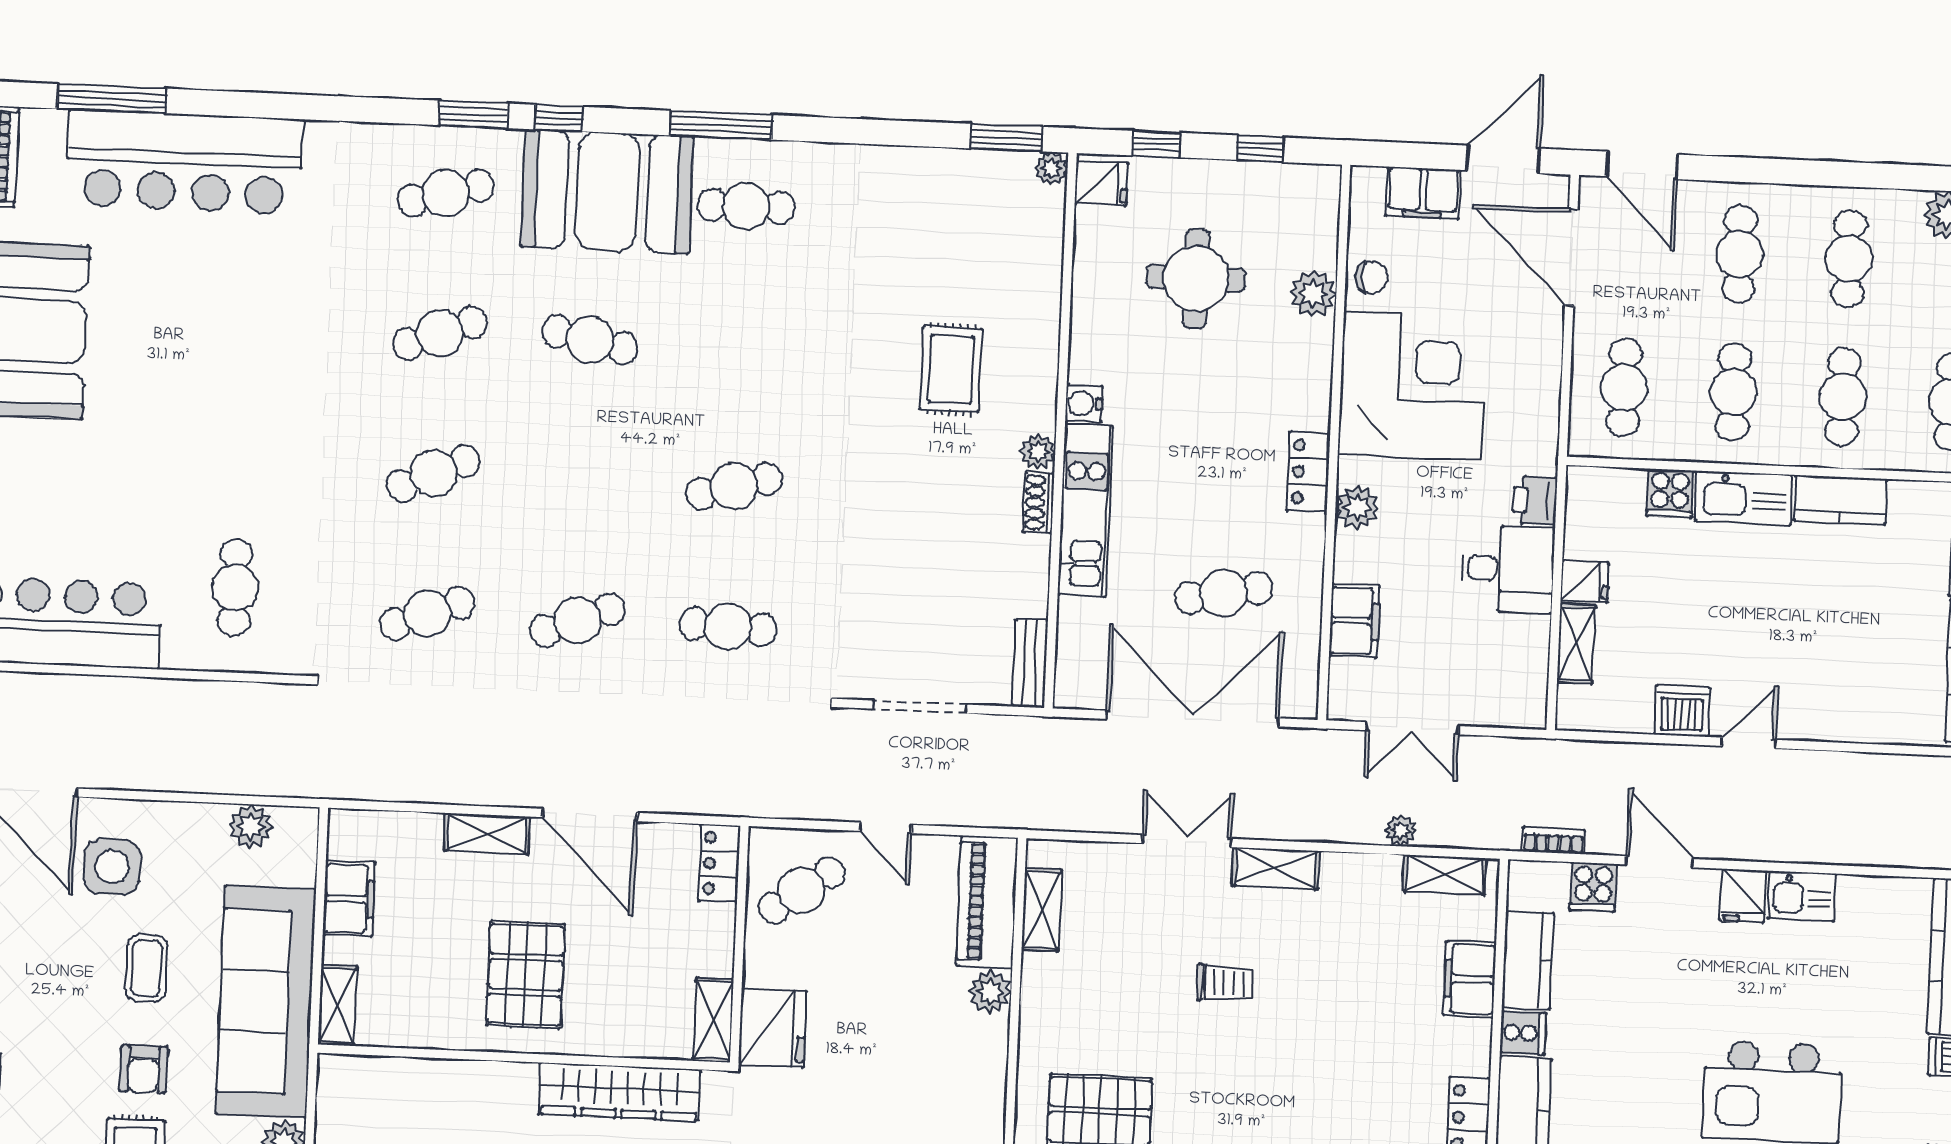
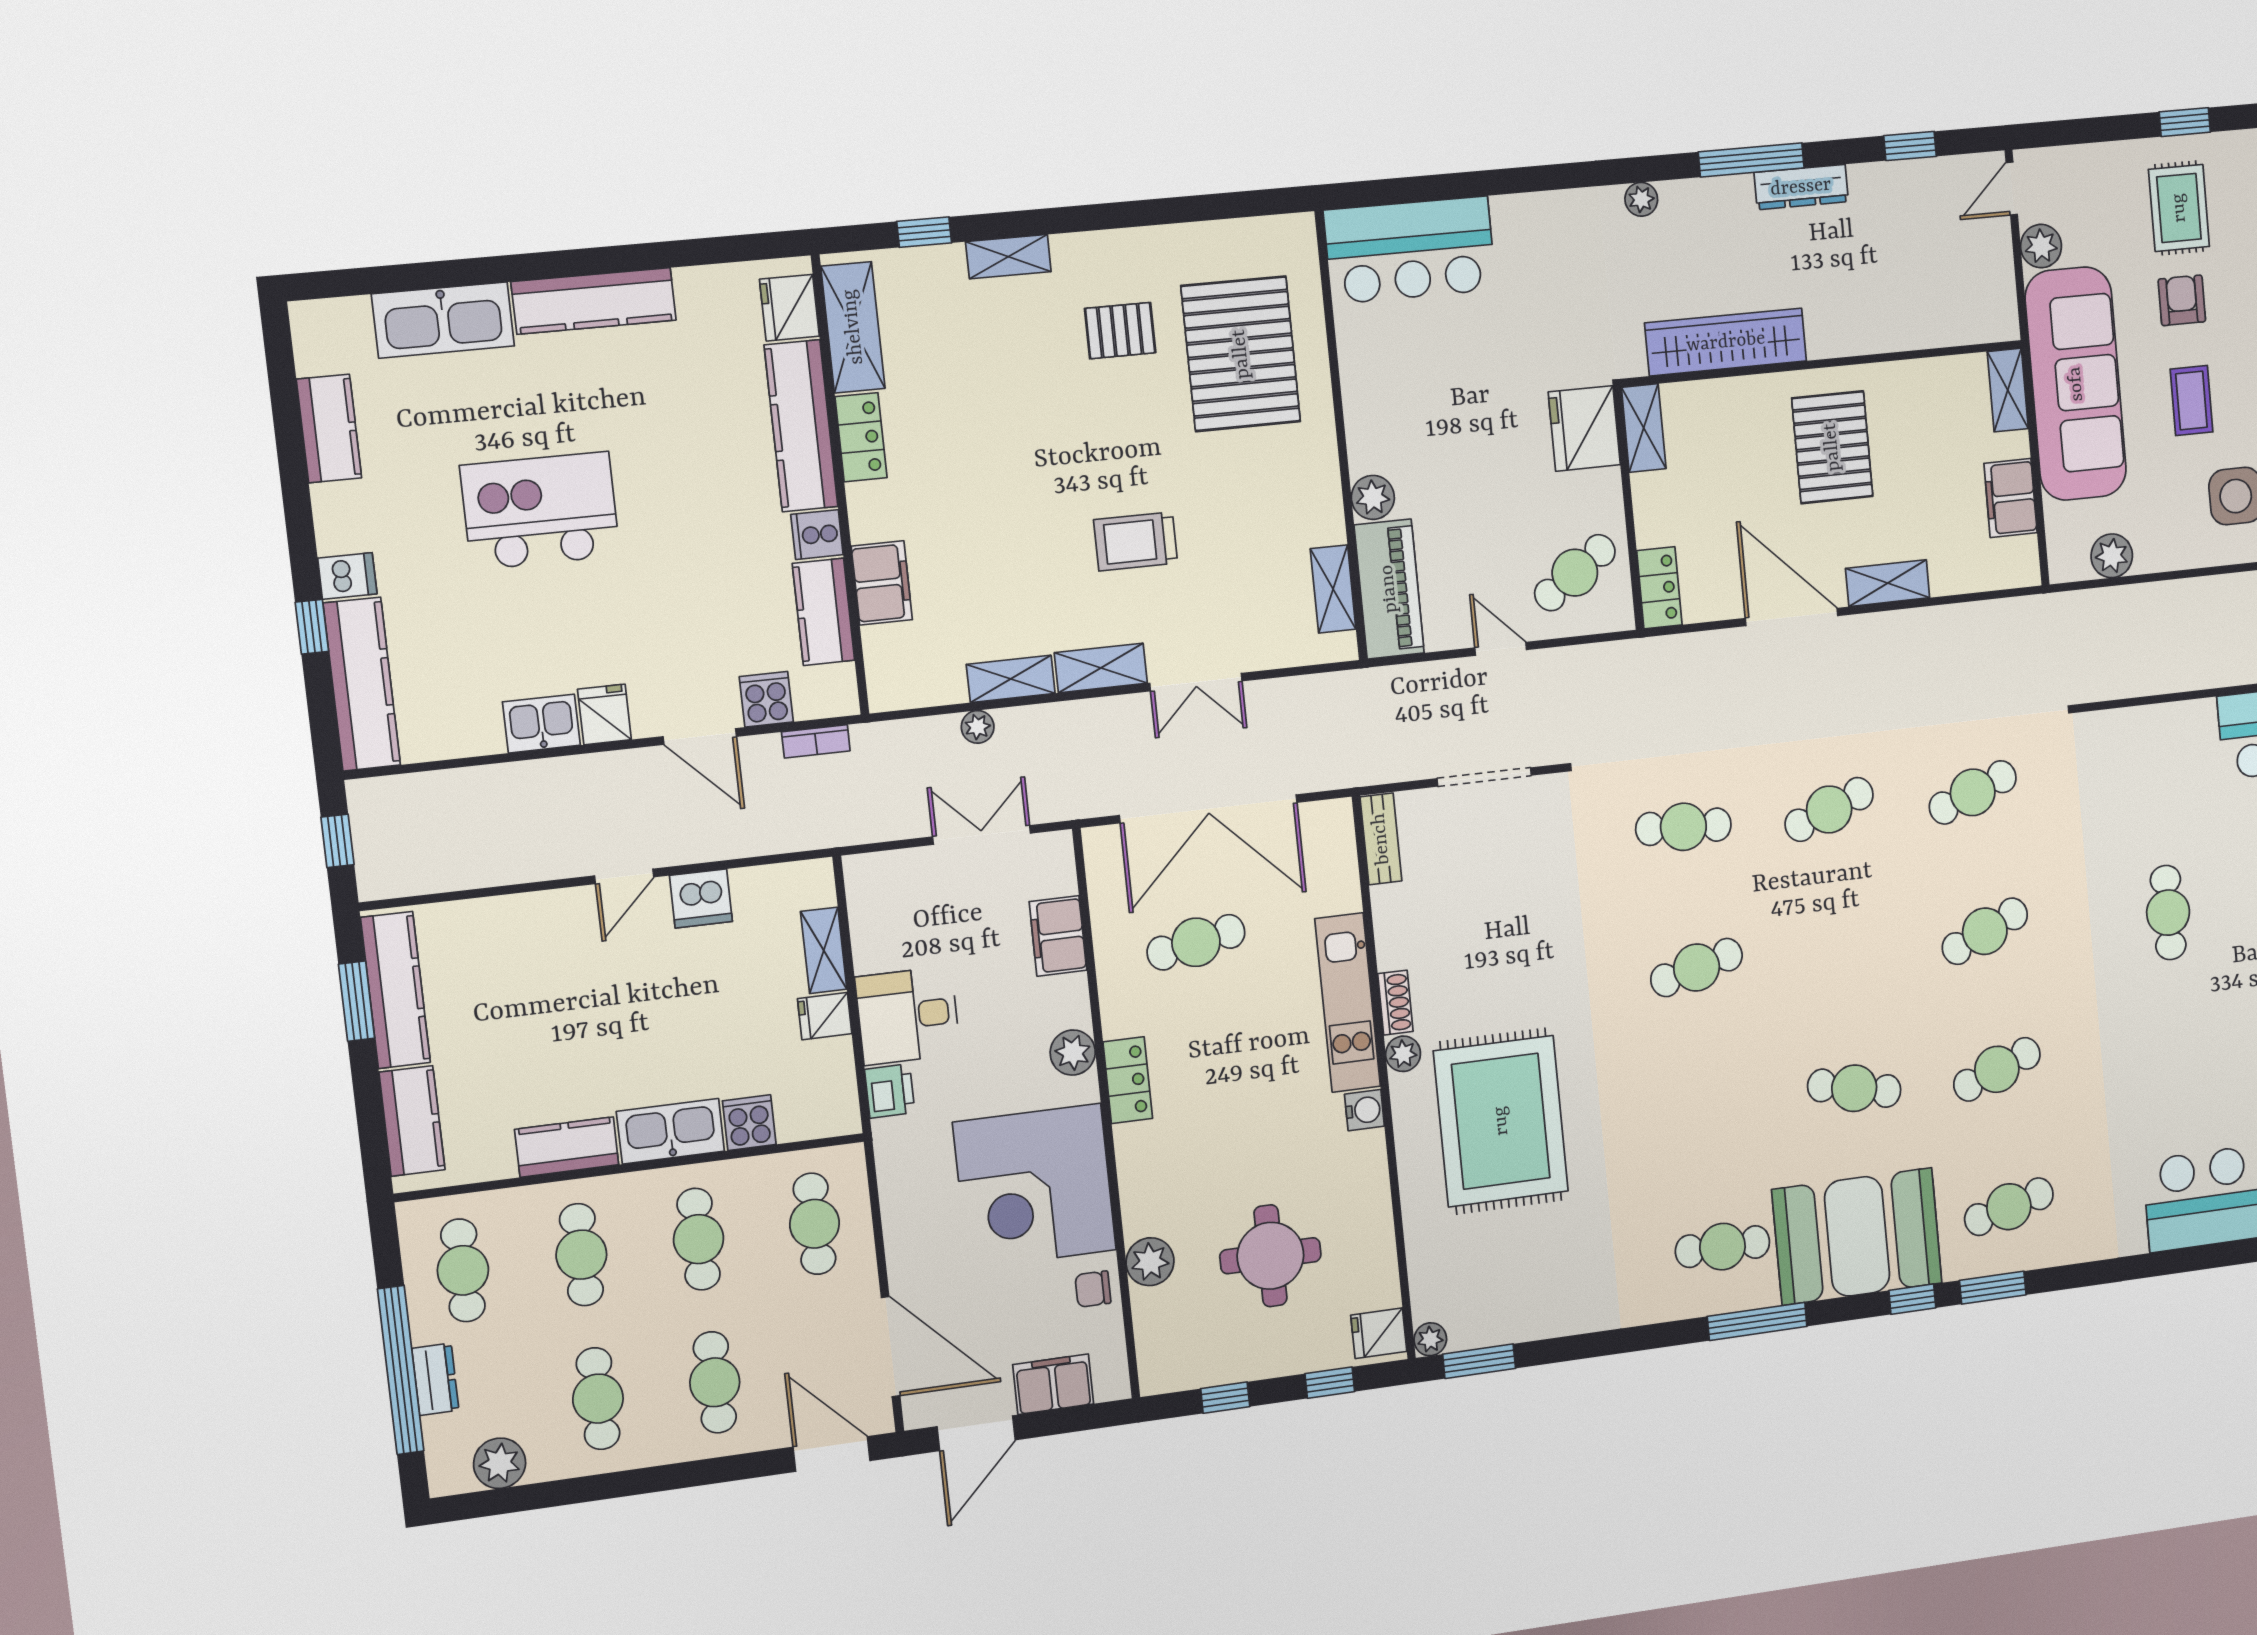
rug: (951, 369) -> (1501, 1121), width x1.86, depth x2.06
cafe table: (235, 587) -> (2168, 913), moved
shelving: (1445, 875) -> (1011, 679), moved
trolley: (1225, 983) -> (1136, 541), width x1.36, depth x1.39

